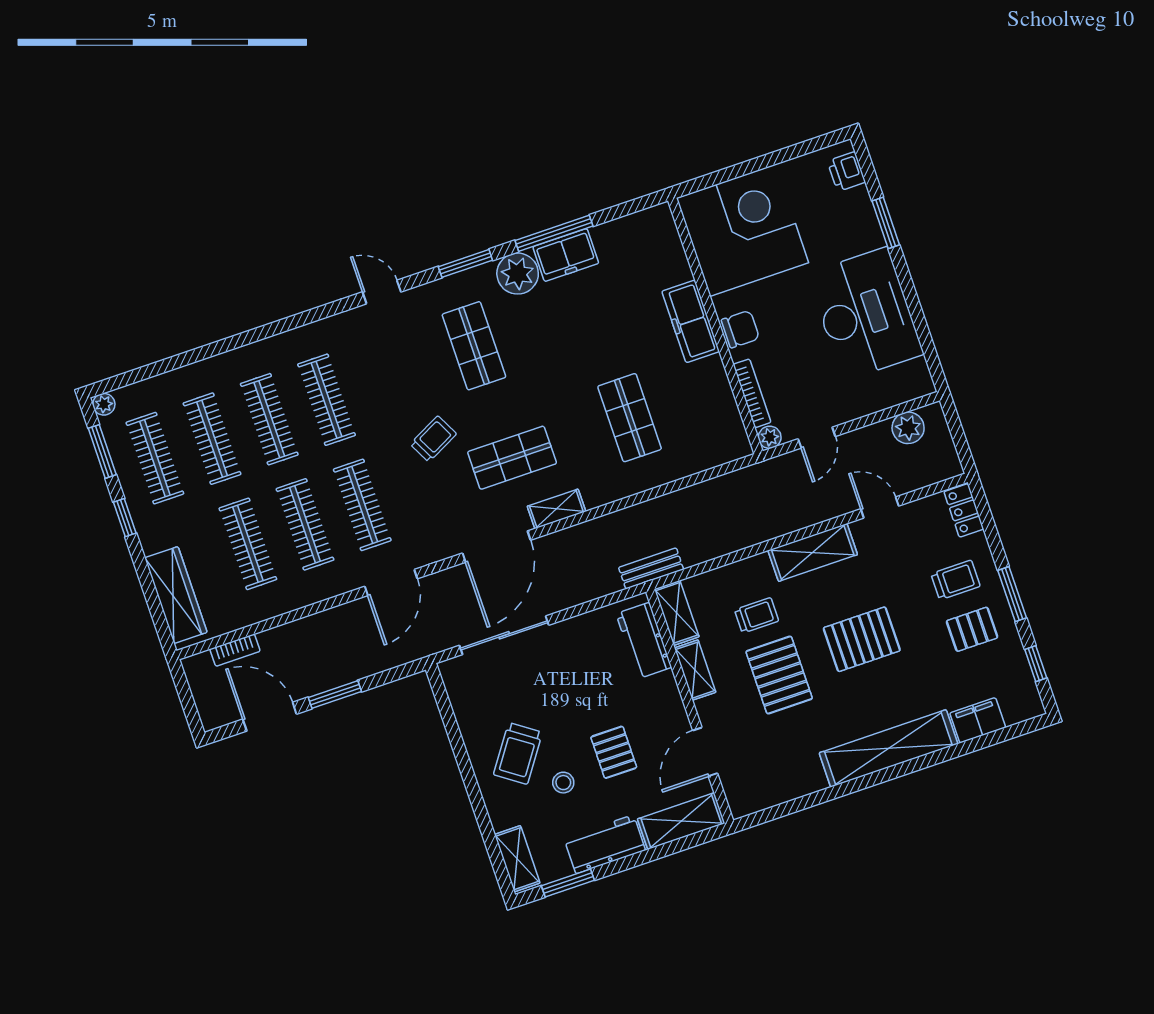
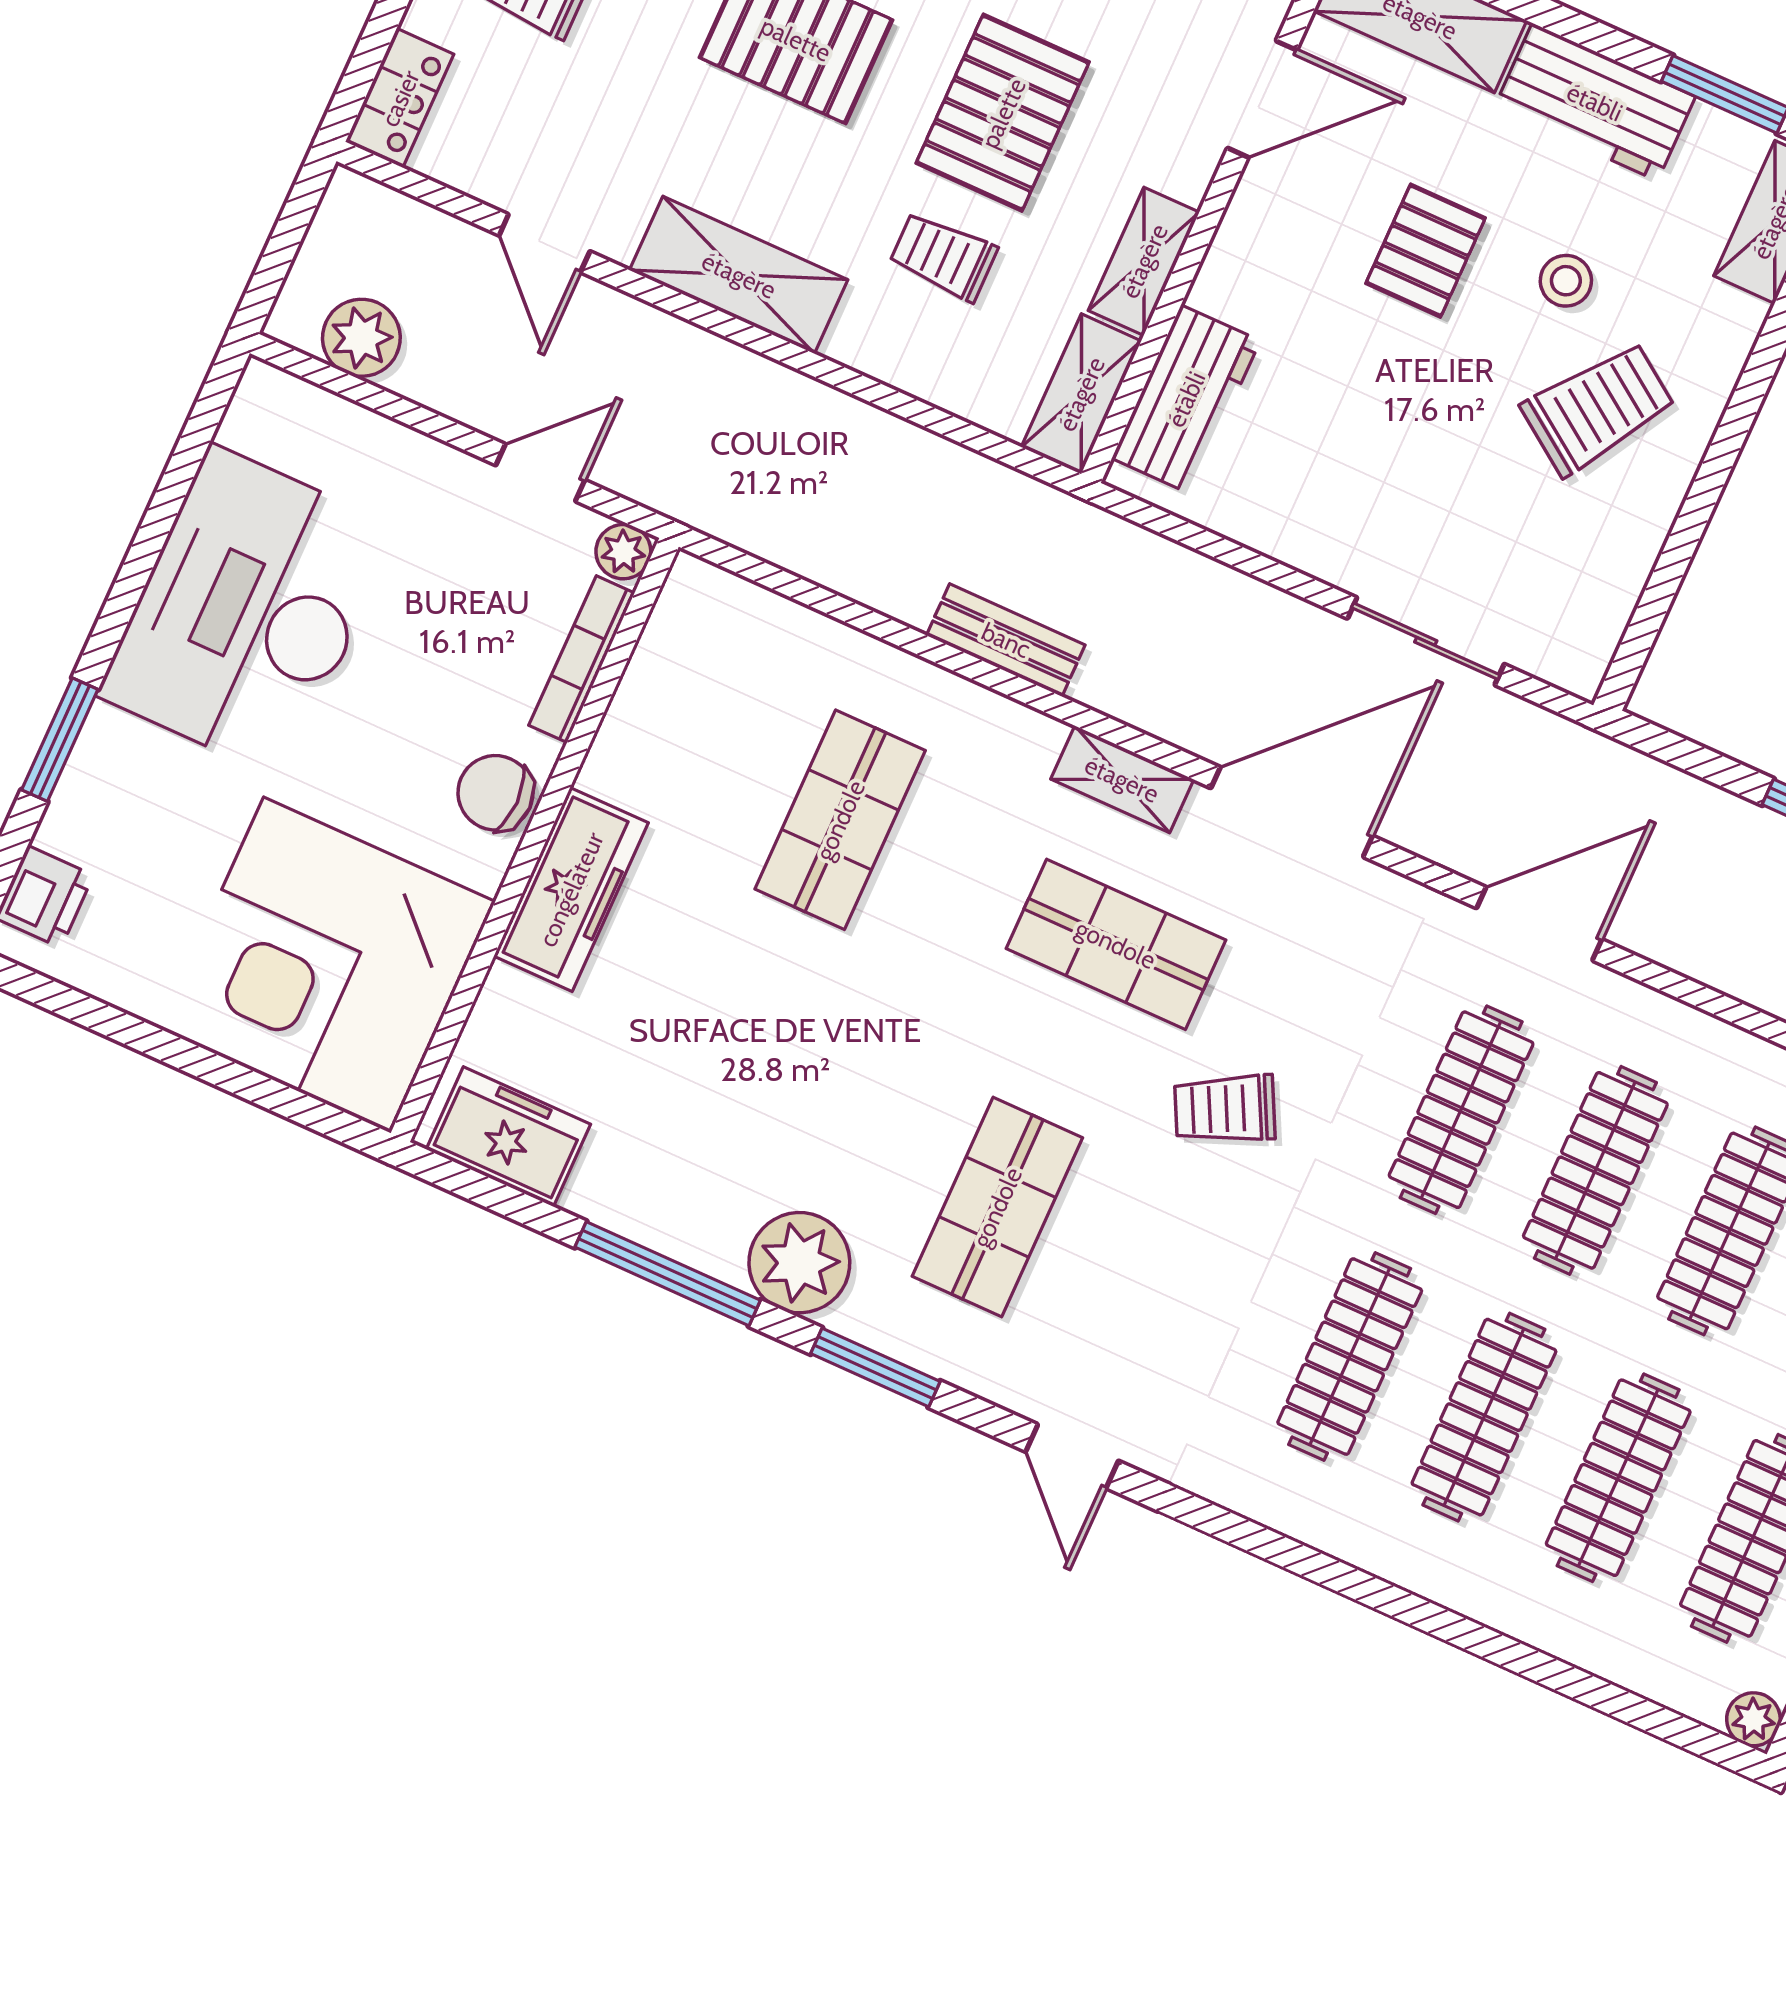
freezer: (566, 255) -> (508, 1137), moved
bench: (651, 568) -> (1006, 640), moved
sliding door: (504, 635) -> (1426, 641), width x0.73

